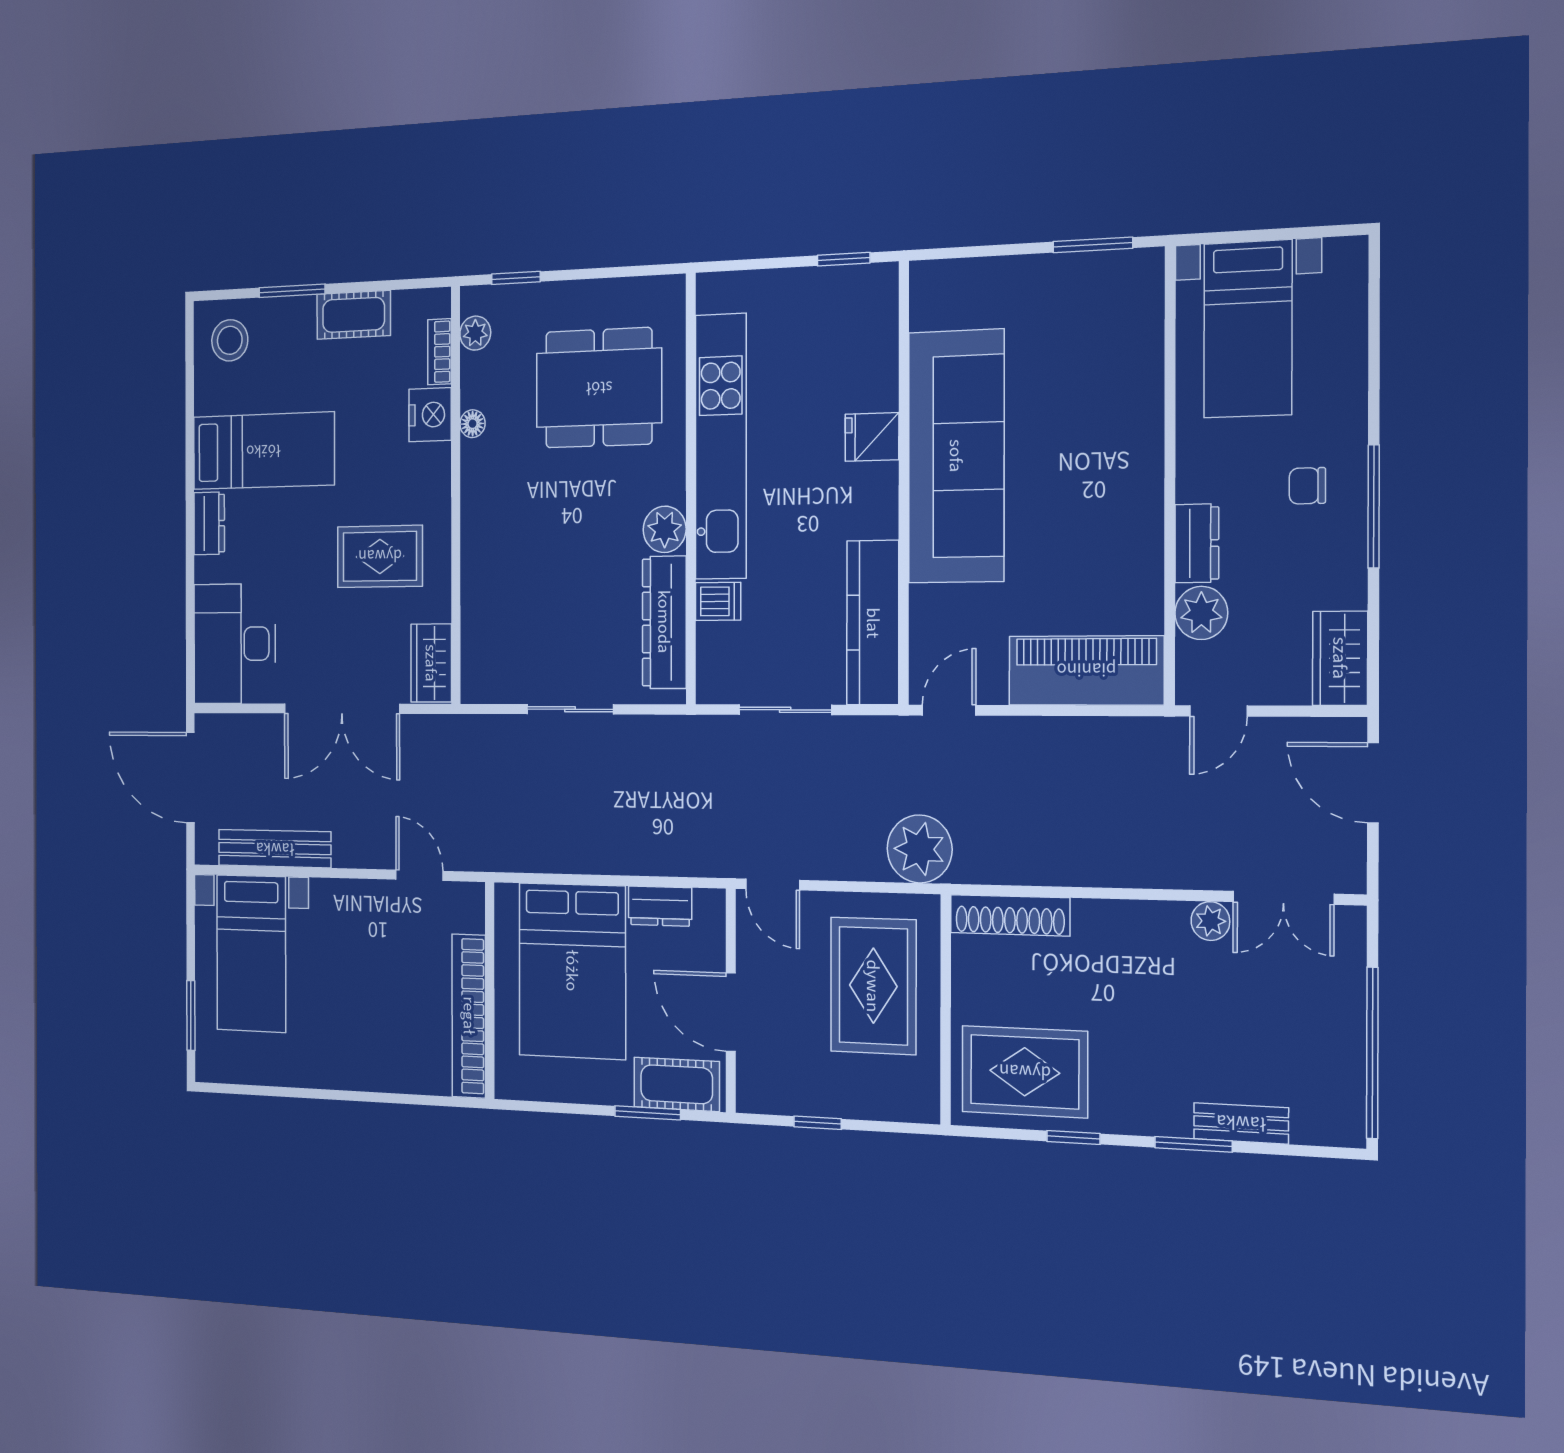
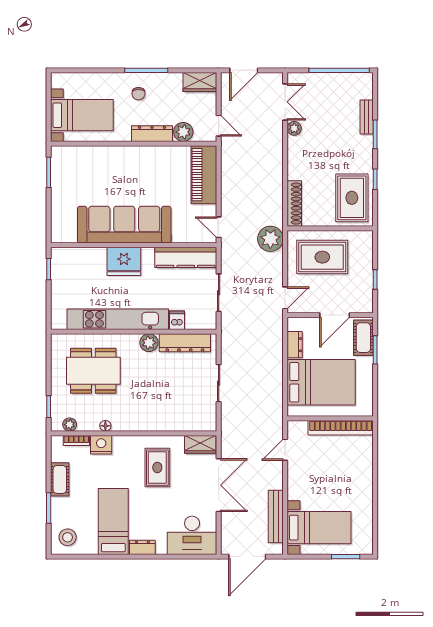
dining table: (599, 388) -> (93, 371), turned 90
fridge: (872, 437) -> (124, 261), width x1.88, depth x1.34
dresser: (1197, 543) -> (152, 134), width x1.44

